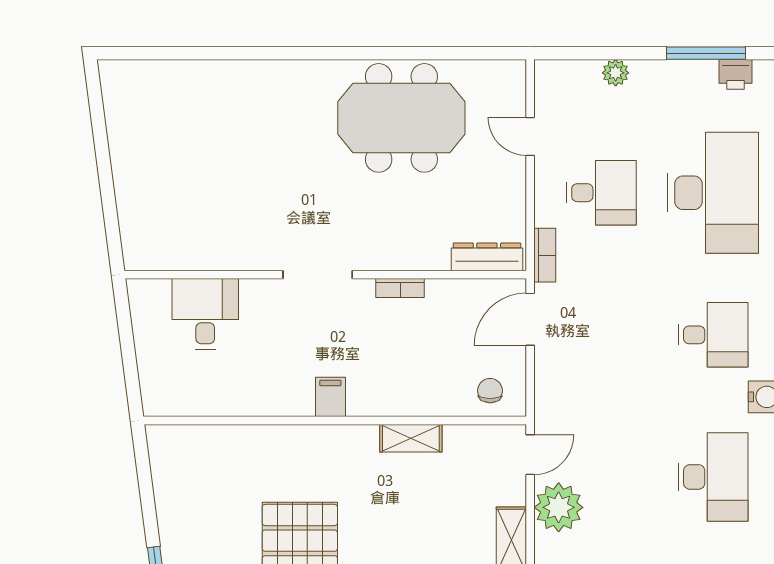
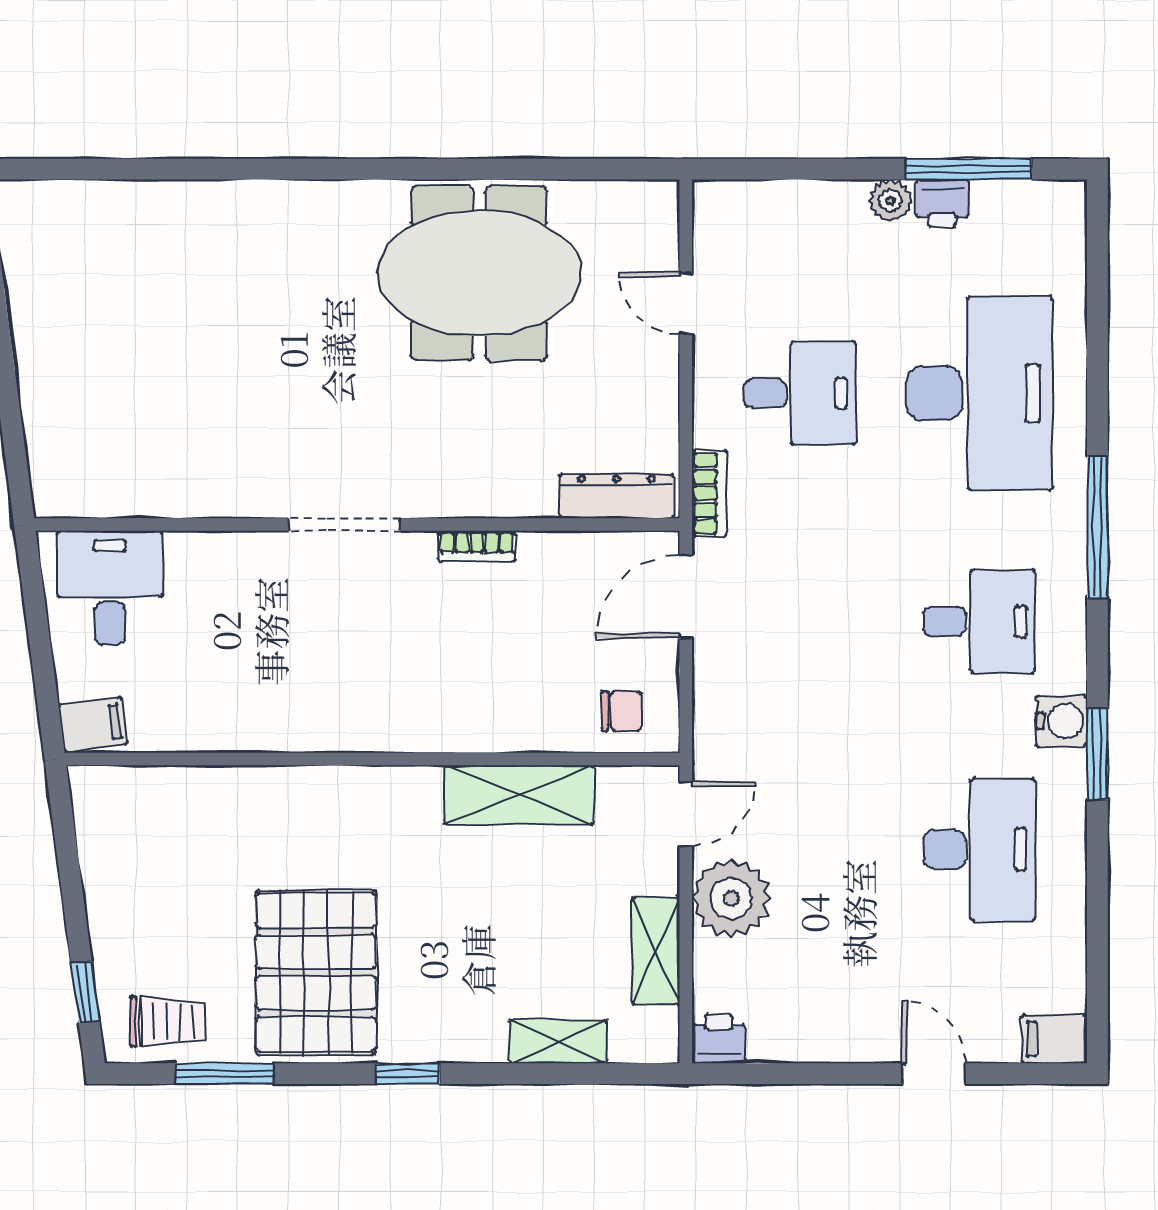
plant: (616, 73) -> (890, 201), moved
printer: (735, 74) -> (942, 203), moved
desk: (205, 314) -> (110, 588), moved
chair: (490, 391) -> (621, 711), turned 90
filing cabinet: (330, 397) -> (93, 724), moved, turned 83
shelving: (411, 438) -> (519, 795), width x1.50, depth x1.33

